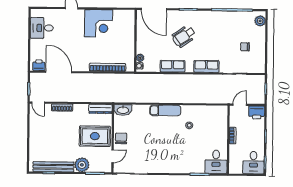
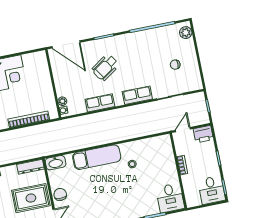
exam couch: (165, 110) -> (97, 157), width x1.36, depth x1.45

